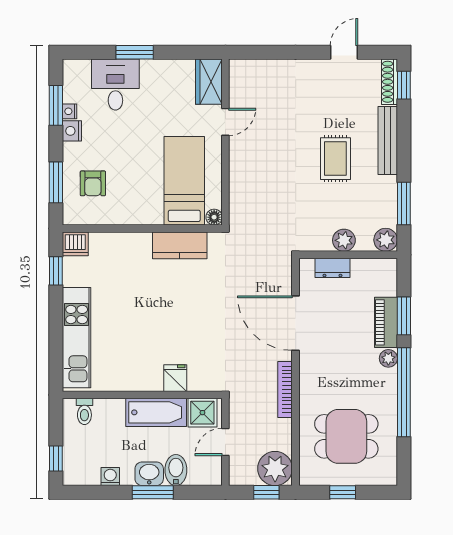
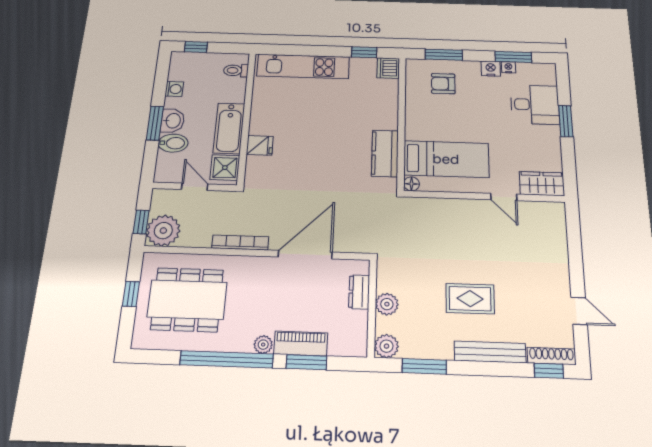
dining table: (346, 436) -> (187, 300), width x1.38

